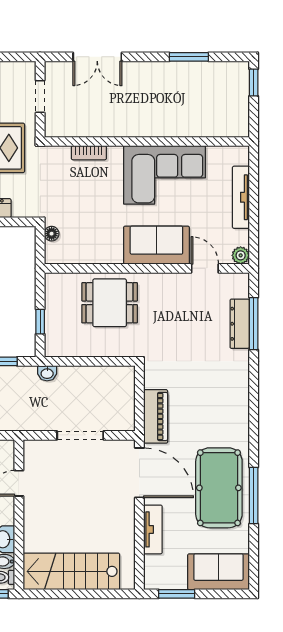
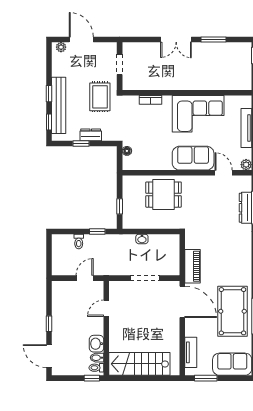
double door: (97, 57) -> (176, 39), moved
washbasin: (47, 373) -> (142, 239), moved
tv unit: (153, 529) -> (191, 352), moved

